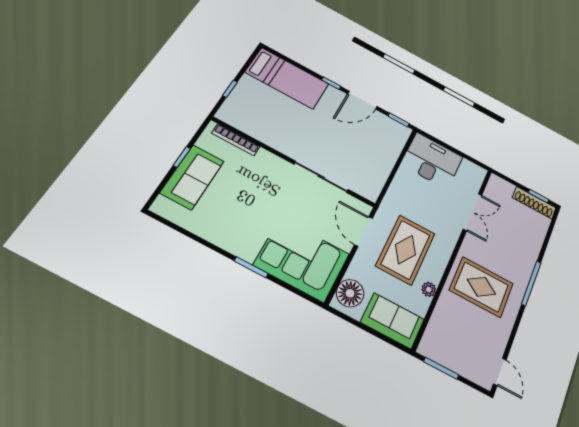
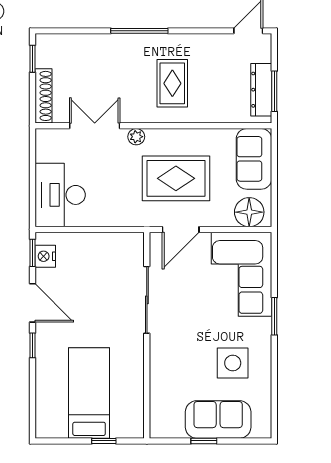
bed: (287, 78) -> (89, 393), moved
nightstand: (392, 127) -> (45, 256), added
bookcase: (236, 140) -> (156, 403), removed
shoe rack: (534, 203) -> (43, 96), moved
side table: (232, 213) -> (233, 363), added
rug: (481, 287) -> (172, 83), width x0.73, depth x0.70
plant: (429, 289) -> (136, 137), moved
dresser: (447, 358) -> (261, 90), added

